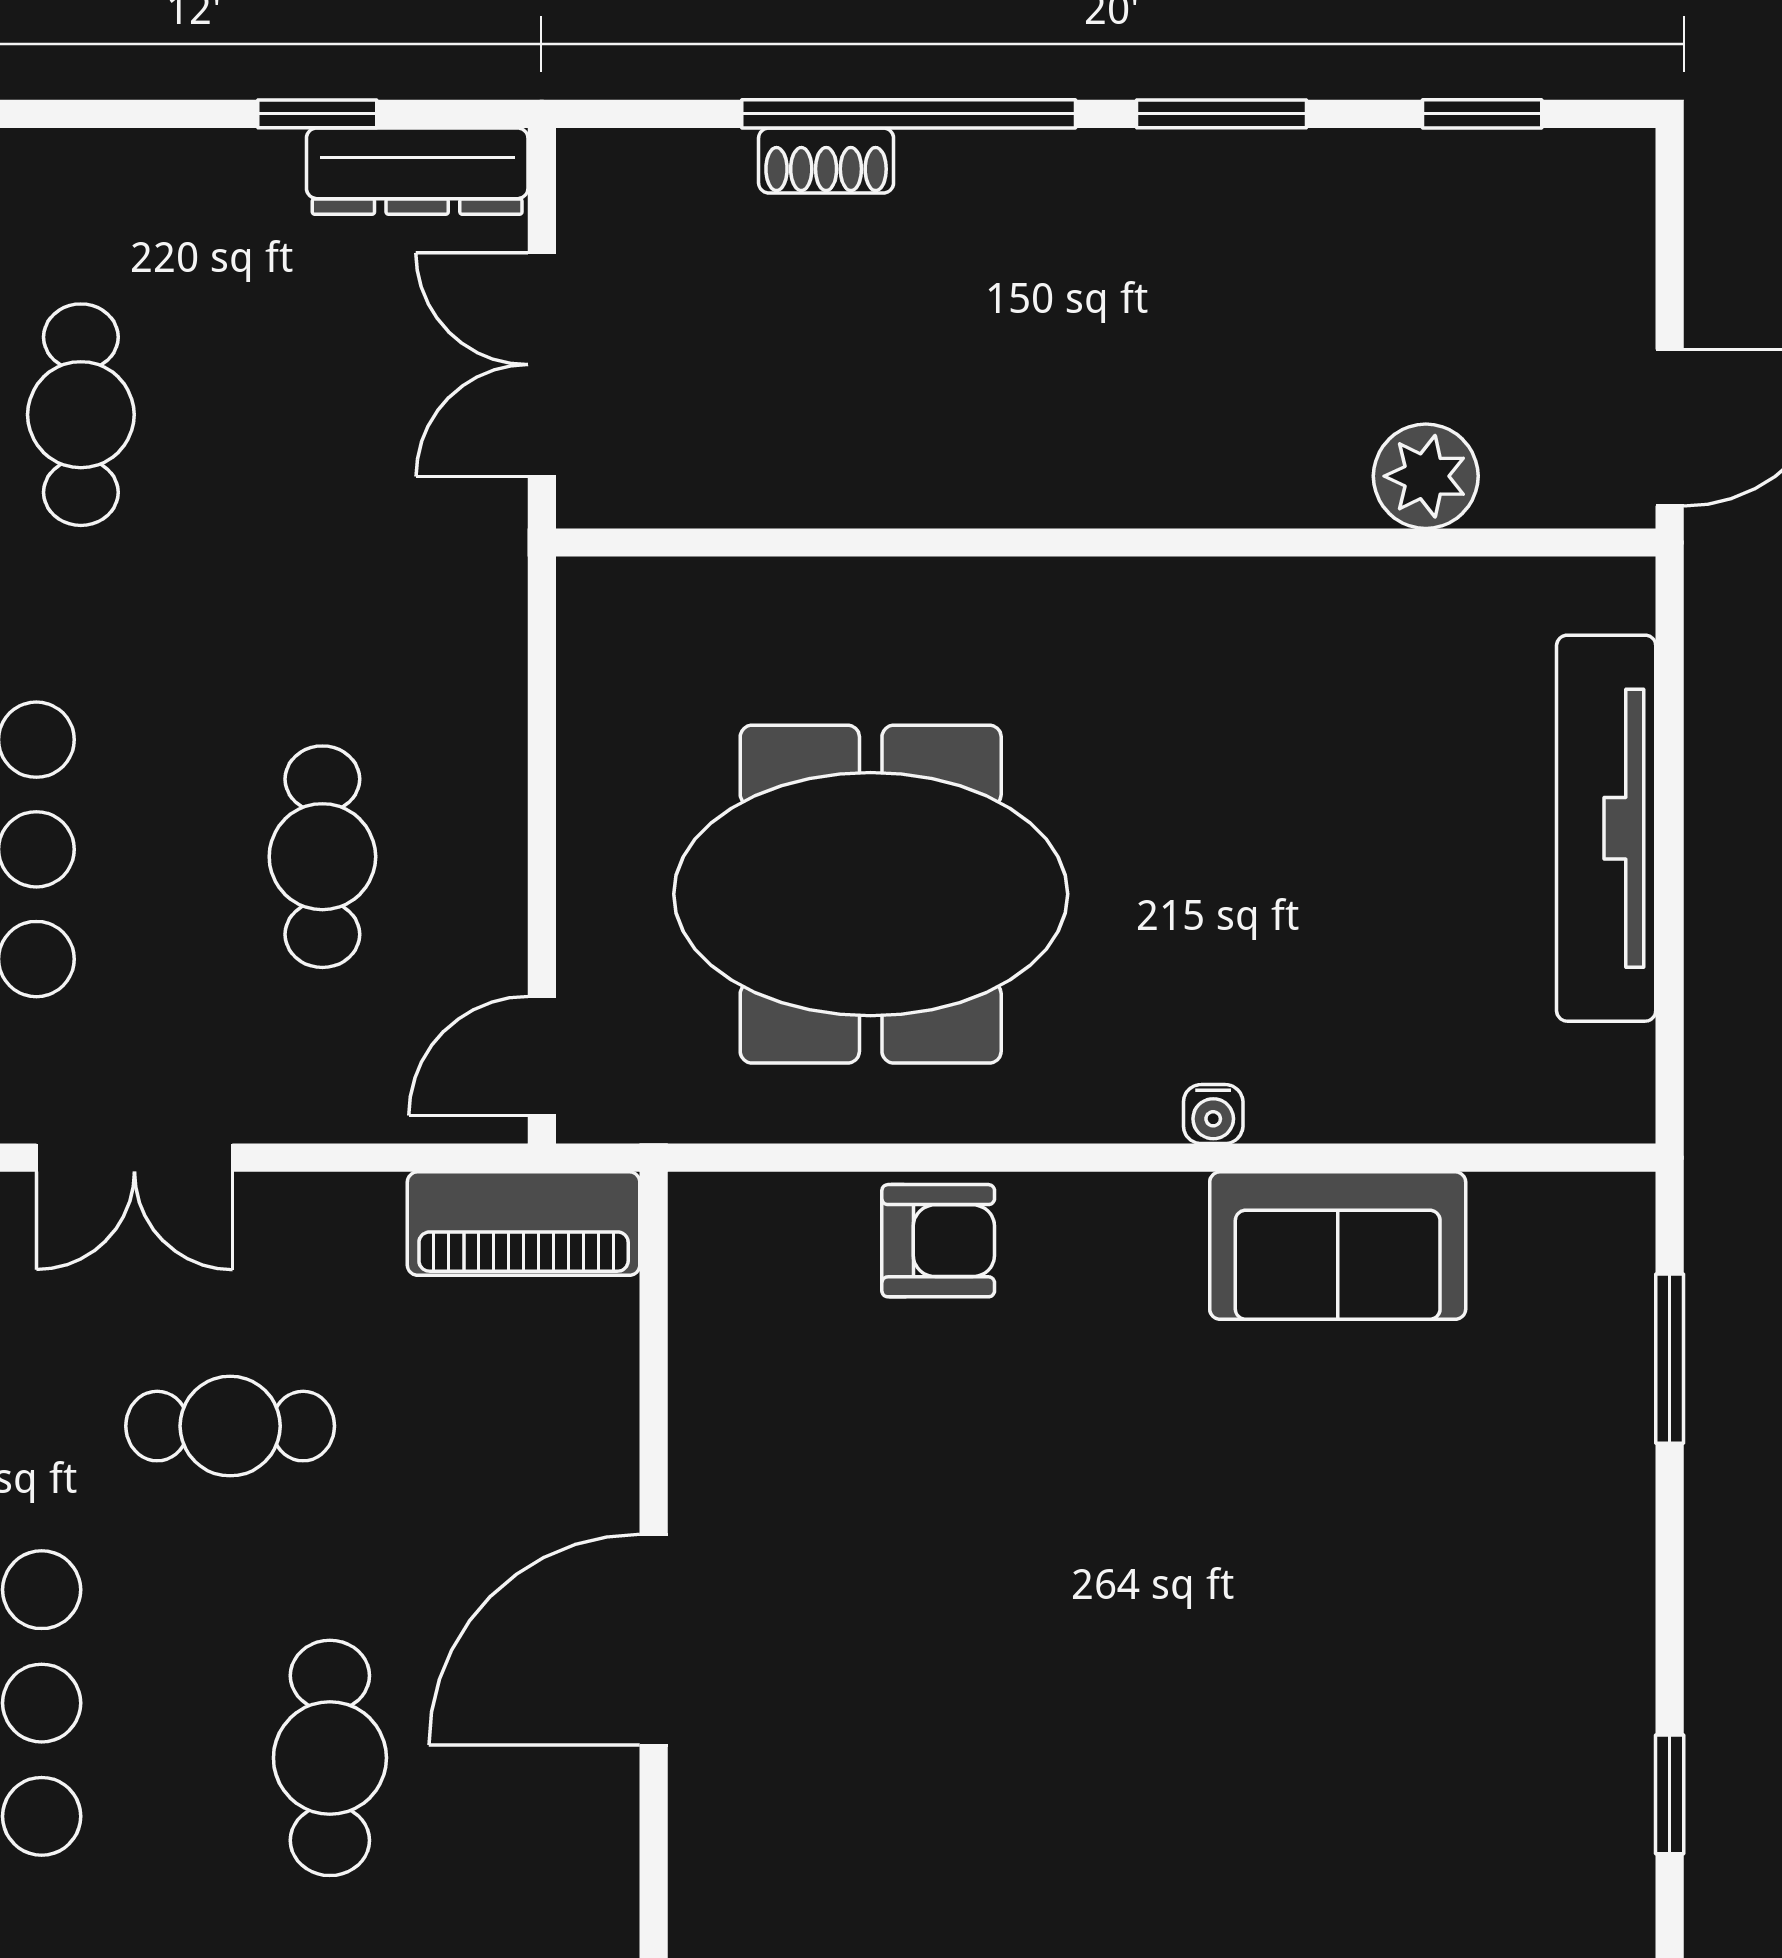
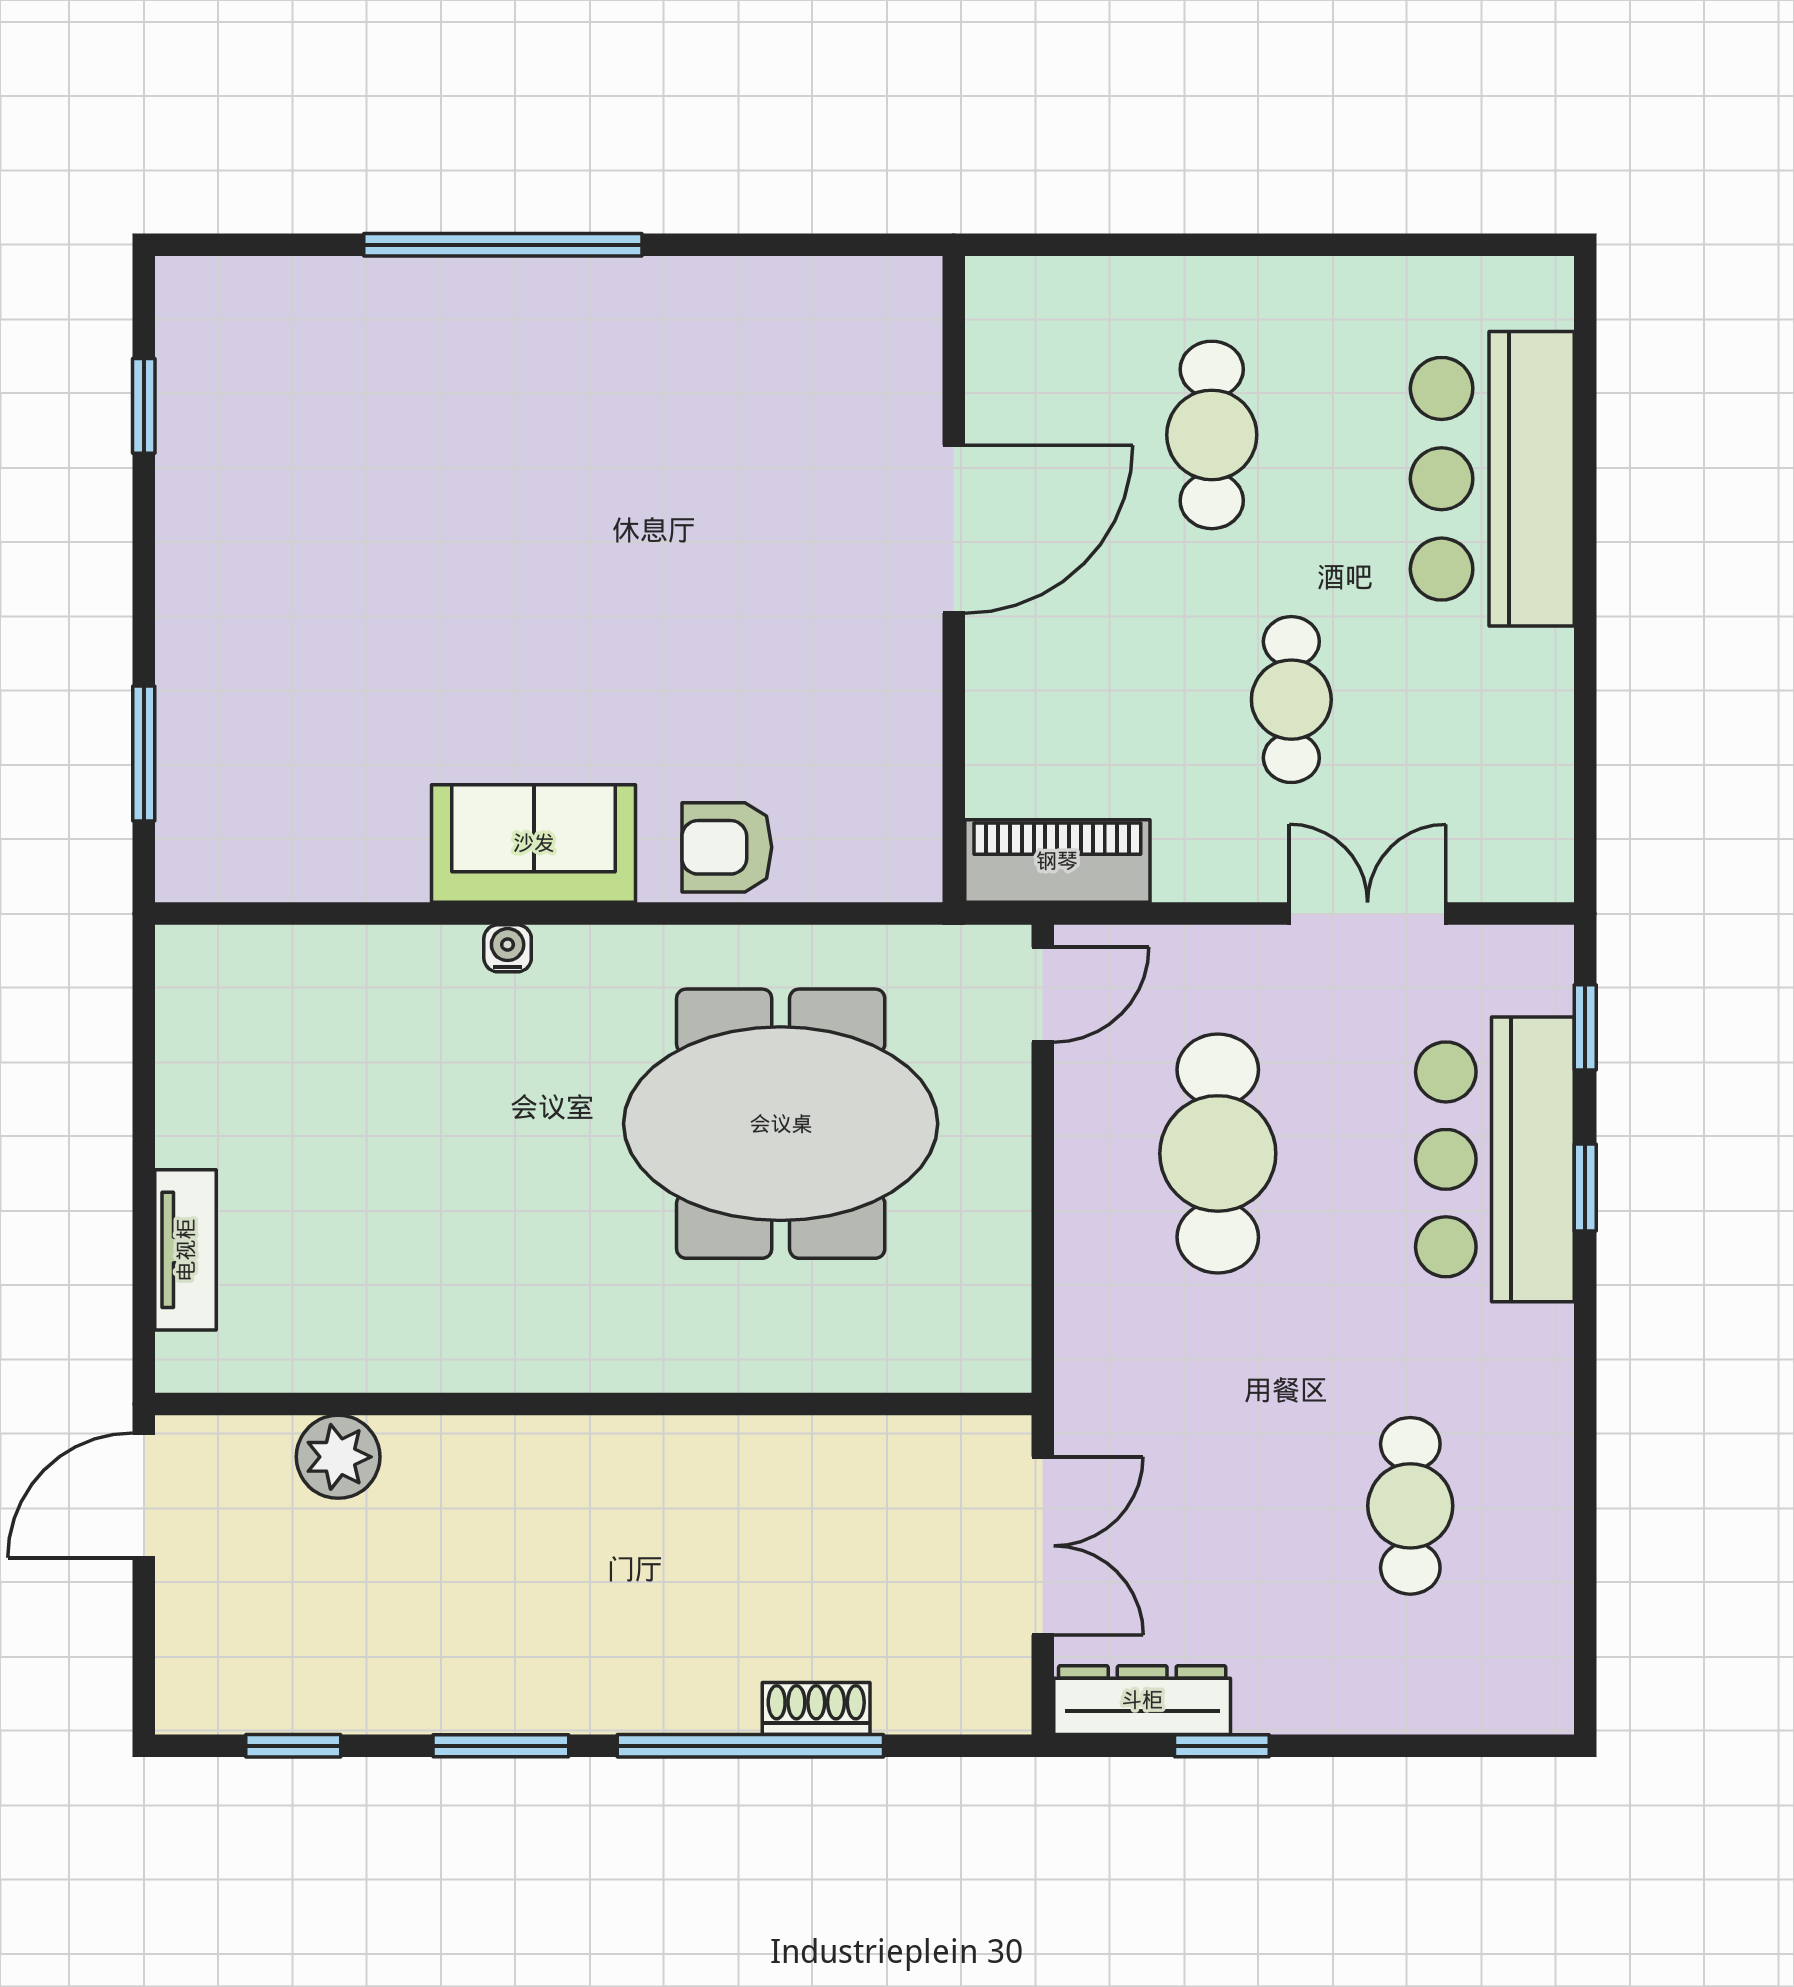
tv unit: (1606, 828) -> (186, 1250), width x0.52, depth x0.78
cafe table: (322, 857) -> (1218, 1153), width x1.37, depth x1.35
sofa: (1338, 1246) -> (534, 843), moved
cafe table: (230, 1426) -> (1291, 700), turned 90

